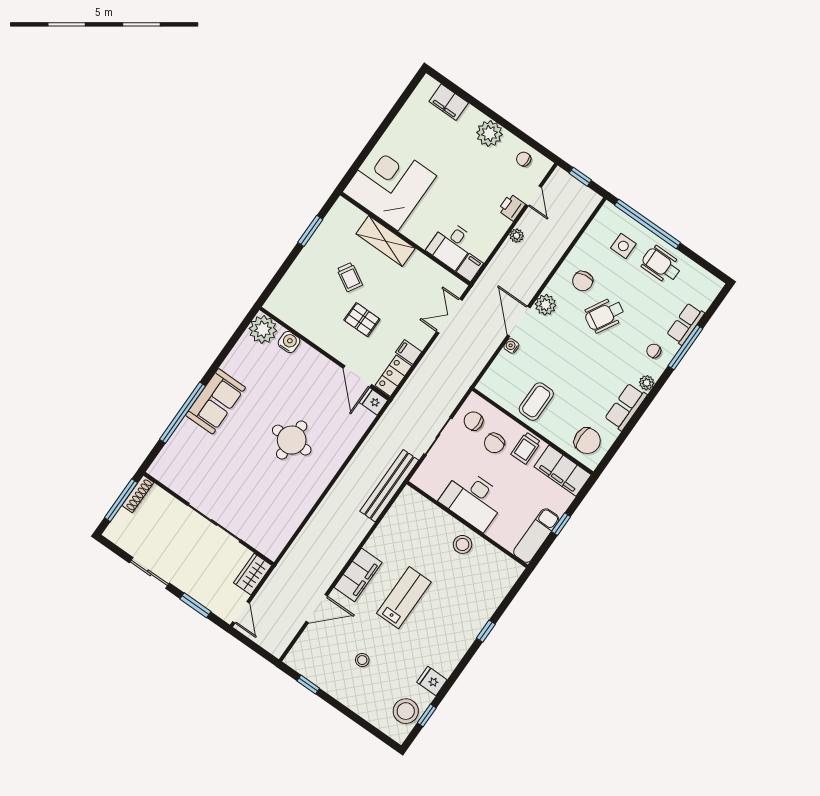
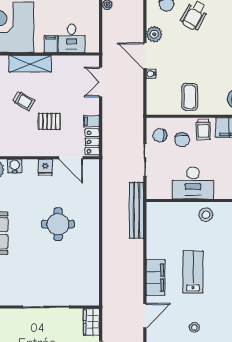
filing cabinet: (470, 268) -> (51, 44), moved
fridge: (374, 401) -> (45, 167), moved, turned -90

